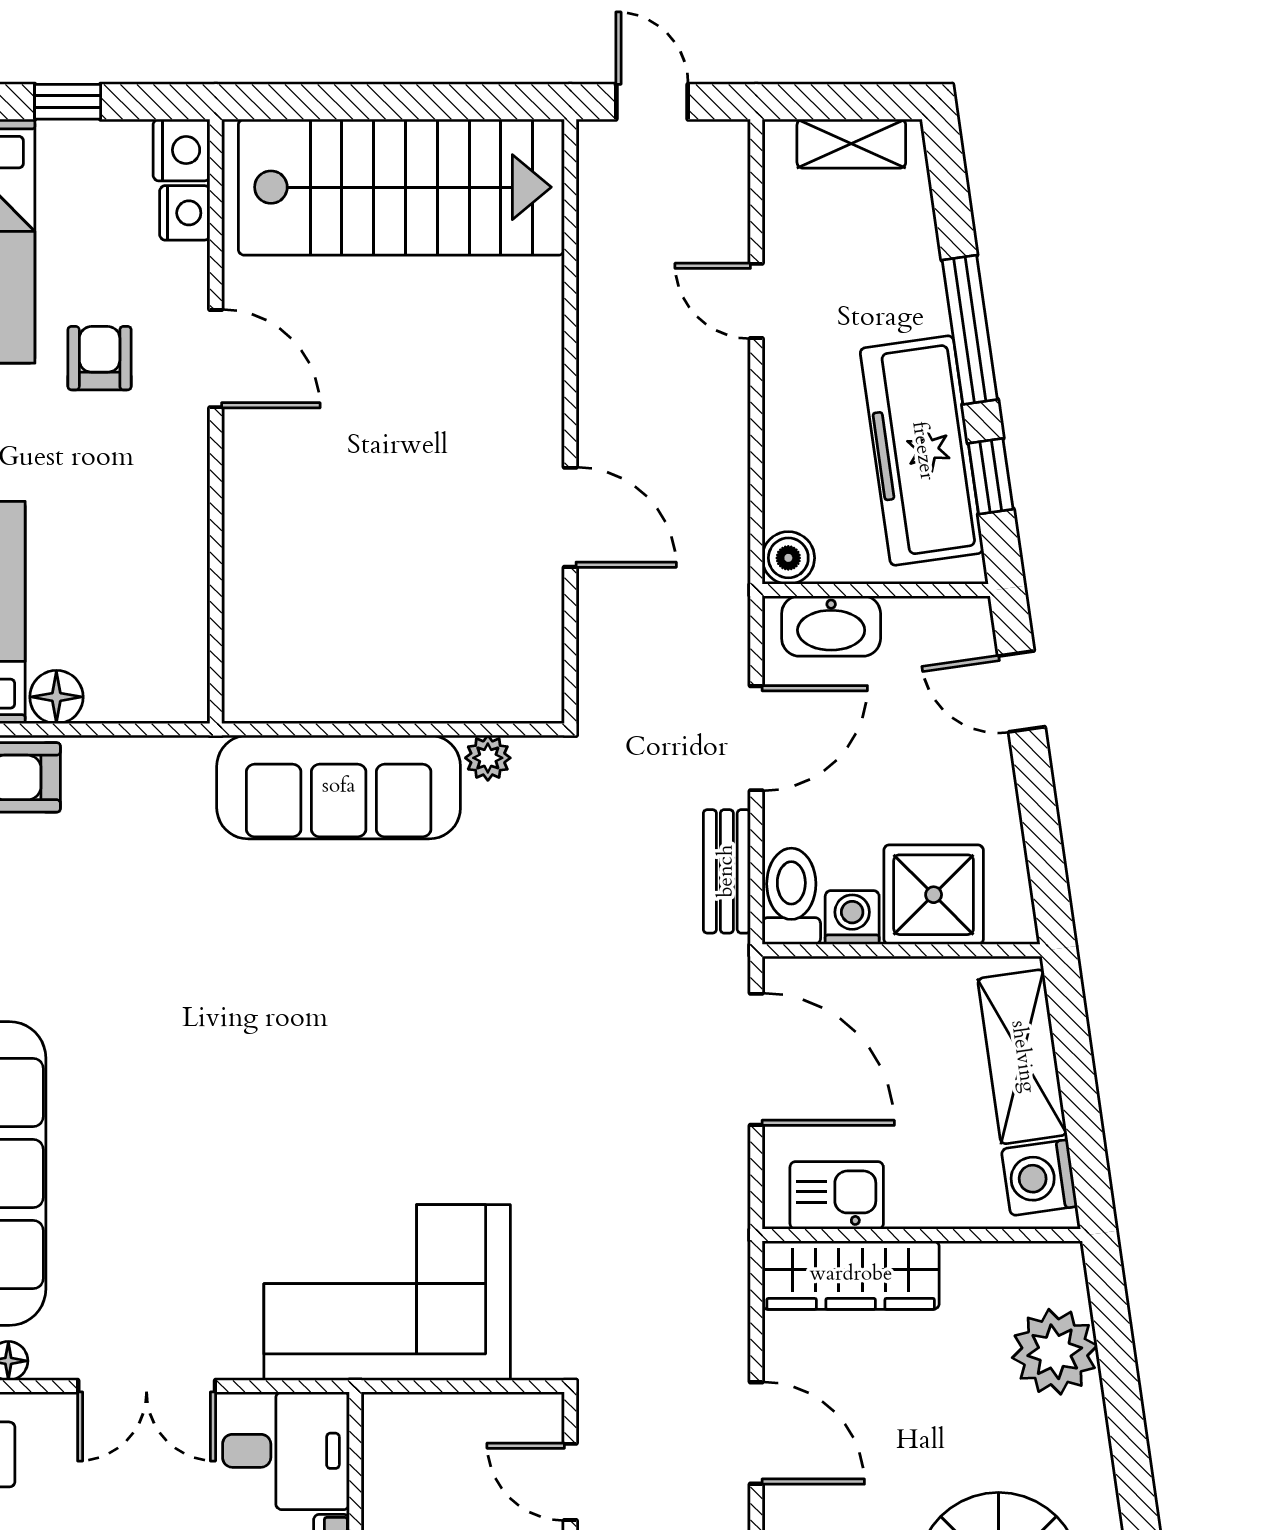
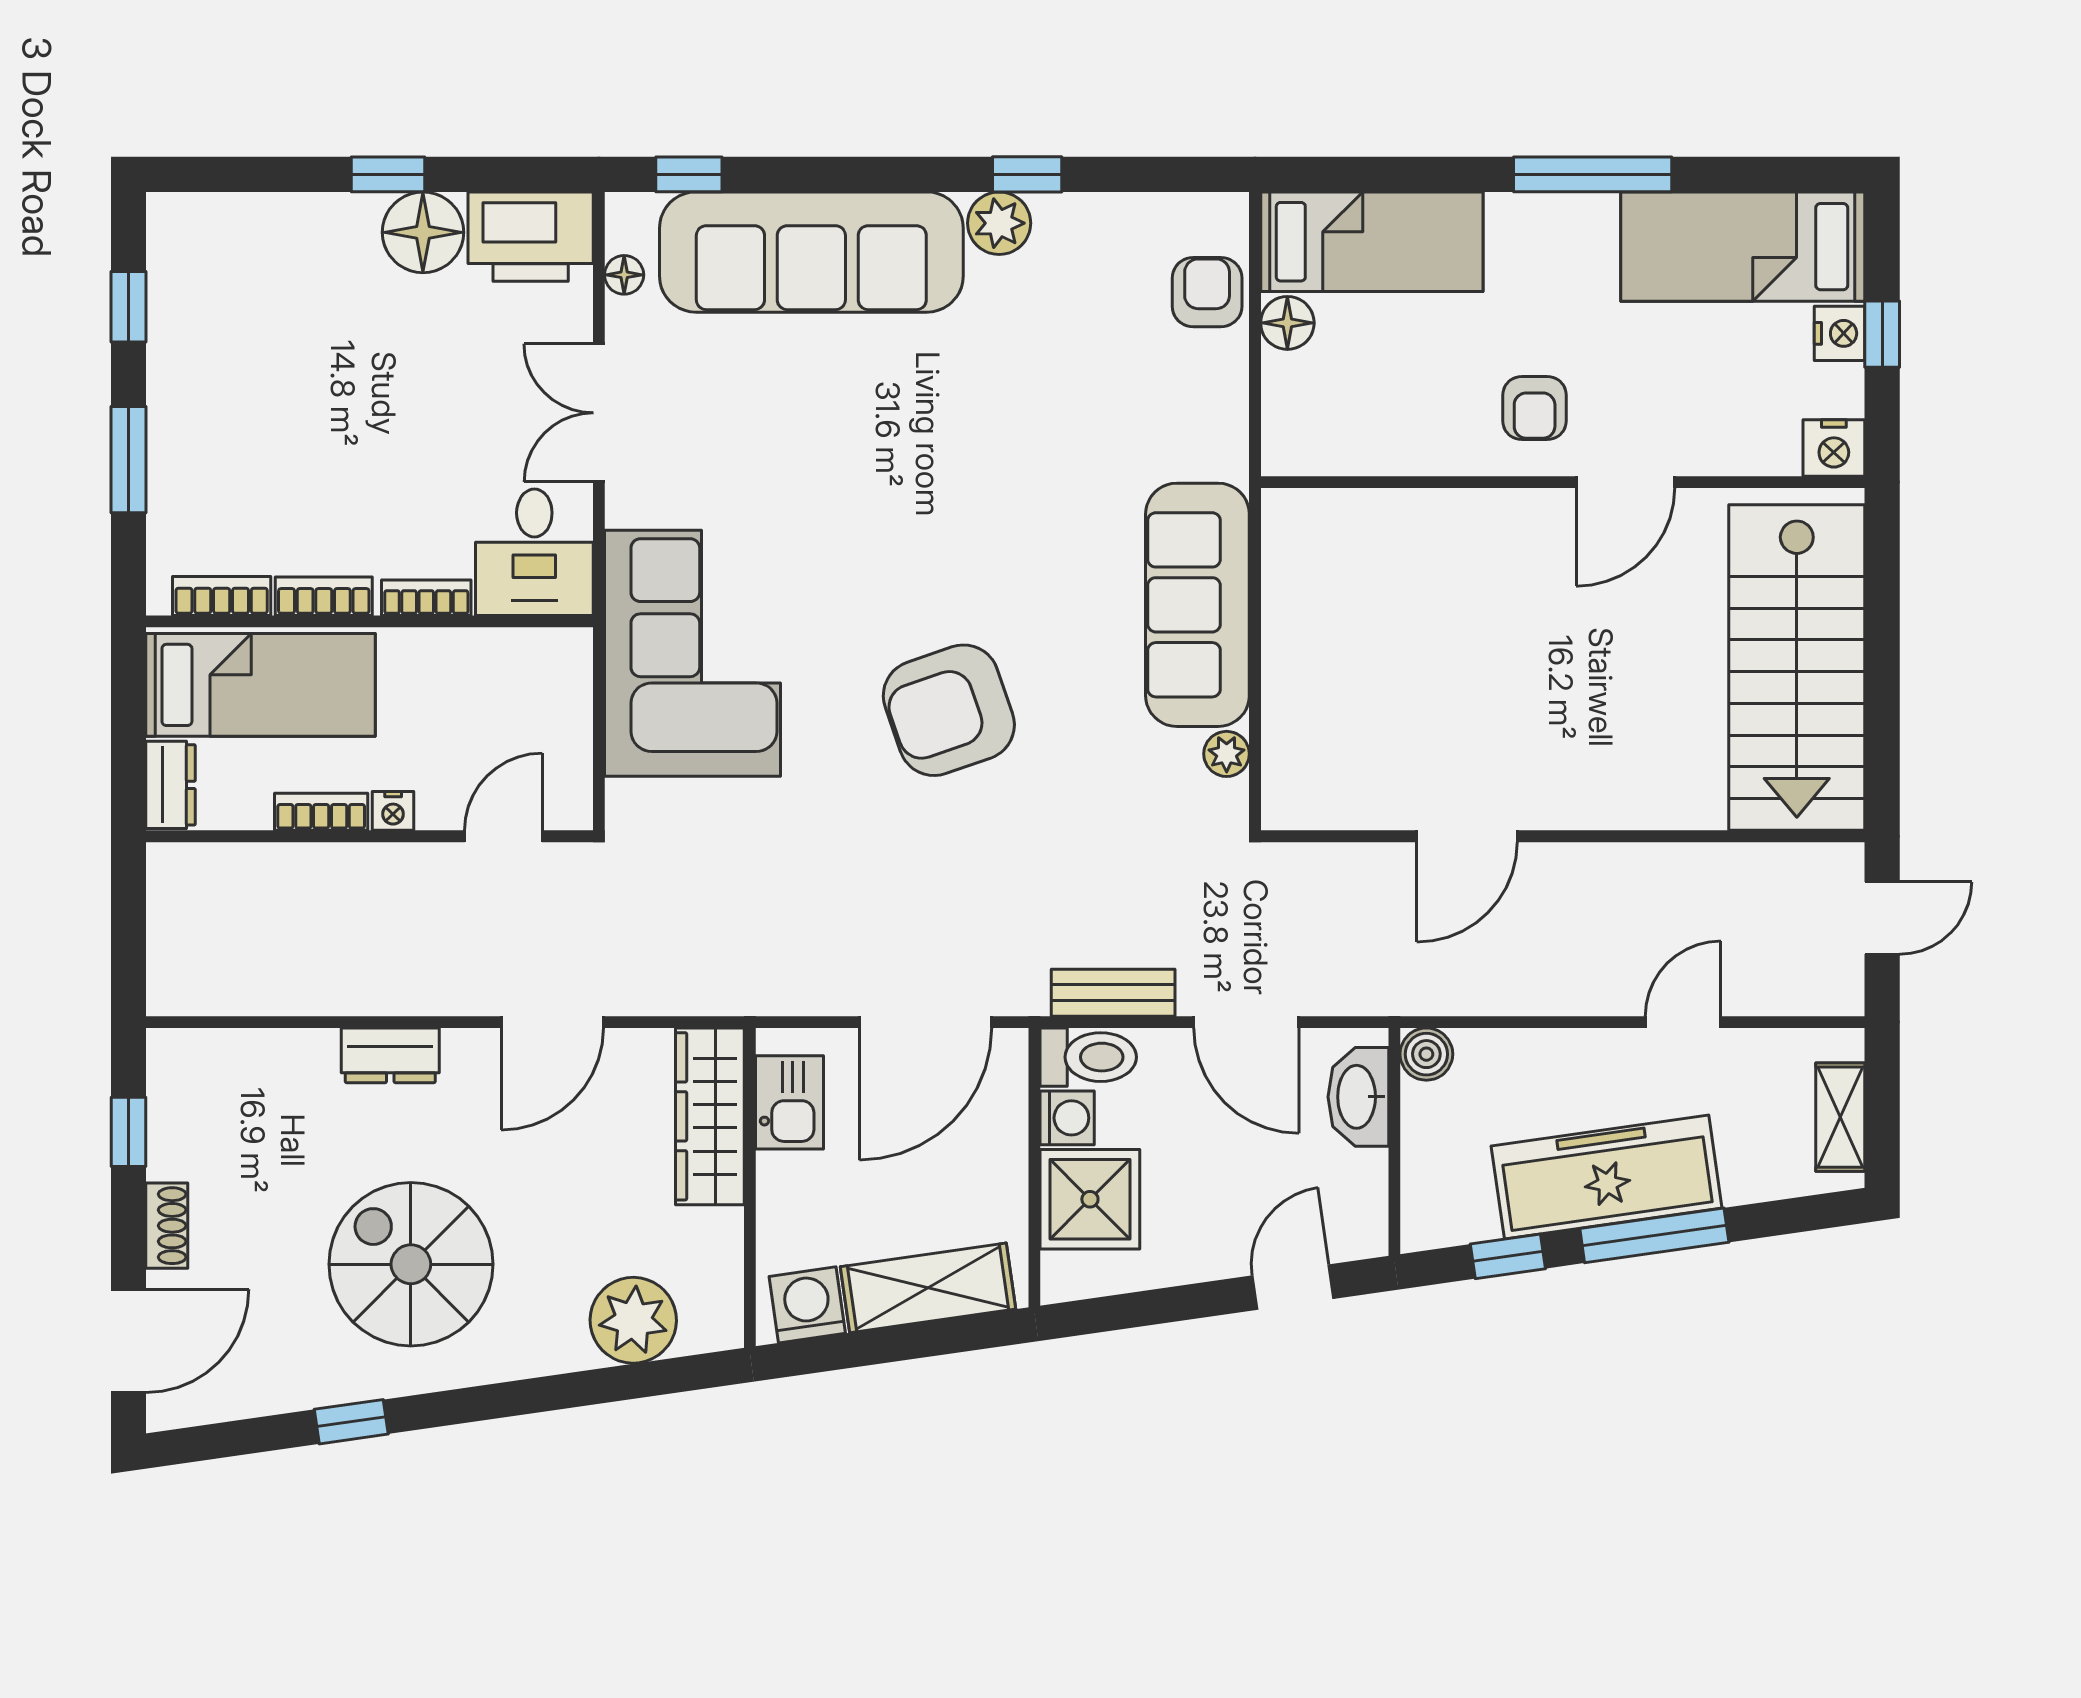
nightstand: (185, 213) -> (1840, 333), moved, turned -90
armchair: (100, 358) -> (1535, 408), moved, turned 90
freezer: (922, 451) -> (1607, 1177), moved
armchair: (444, 1036) -> (949, 710), added

